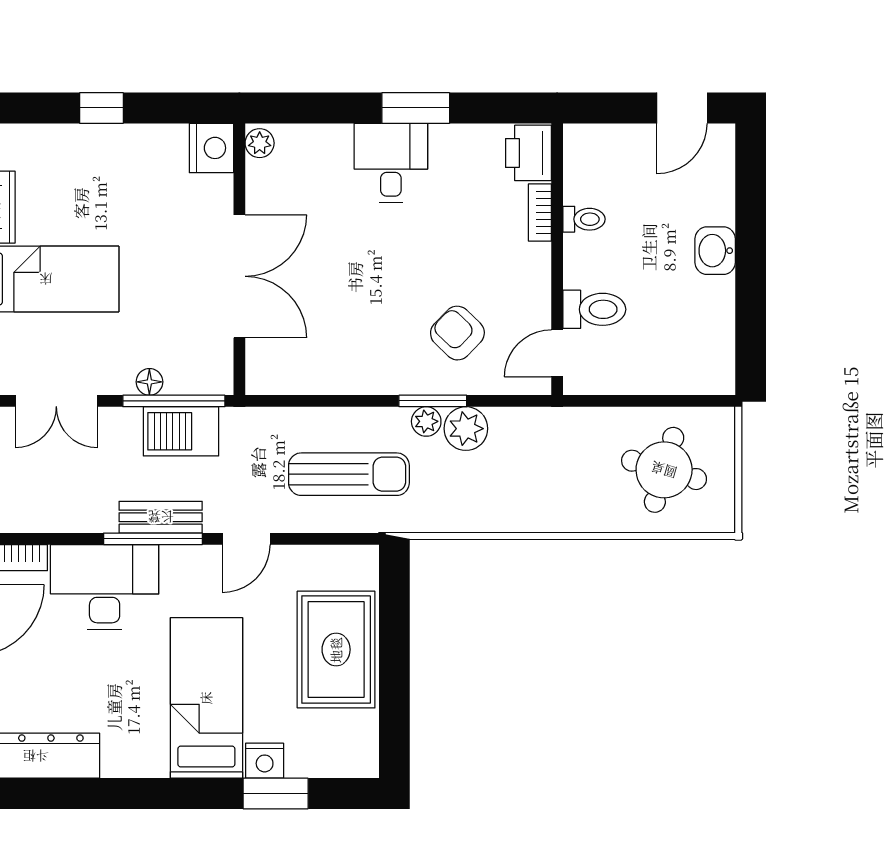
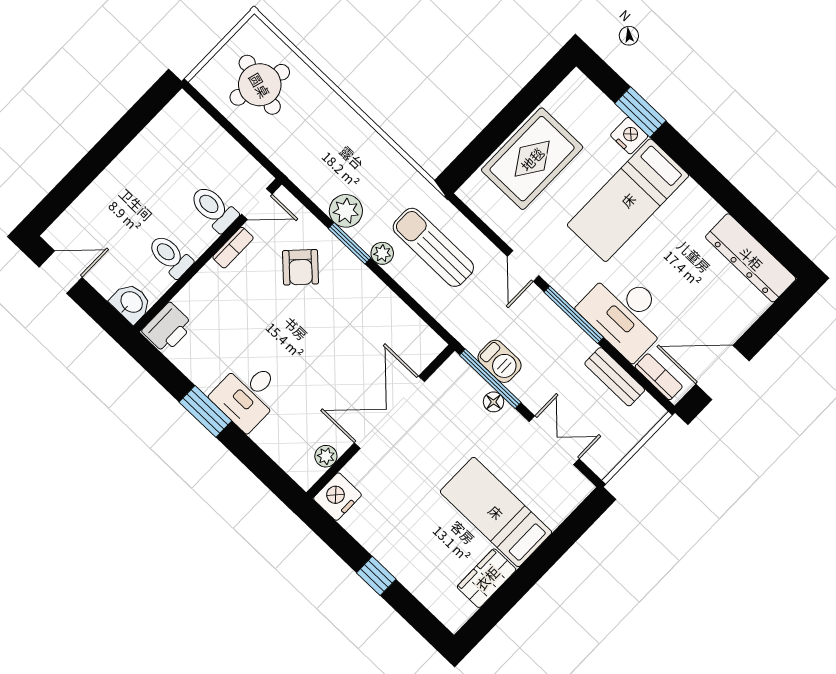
plant: (260, 143) -> (326, 456), moved
bookcase: (540, 212) -> (233, 248), moved
toilet: (584, 219) -> (170, 256), width x1.37, depth x1.39
washbasin: (715, 251) -> (131, 303), moved, turned -90
plant: (426, 421) -> (382, 253), moved
barbecue: (181, 431) -> (500, 361), width x0.73, depth x0.79
bench: (161, 517) -> (615, 377), moved
door: (246, 539) -> (523, 266), swing flipped

